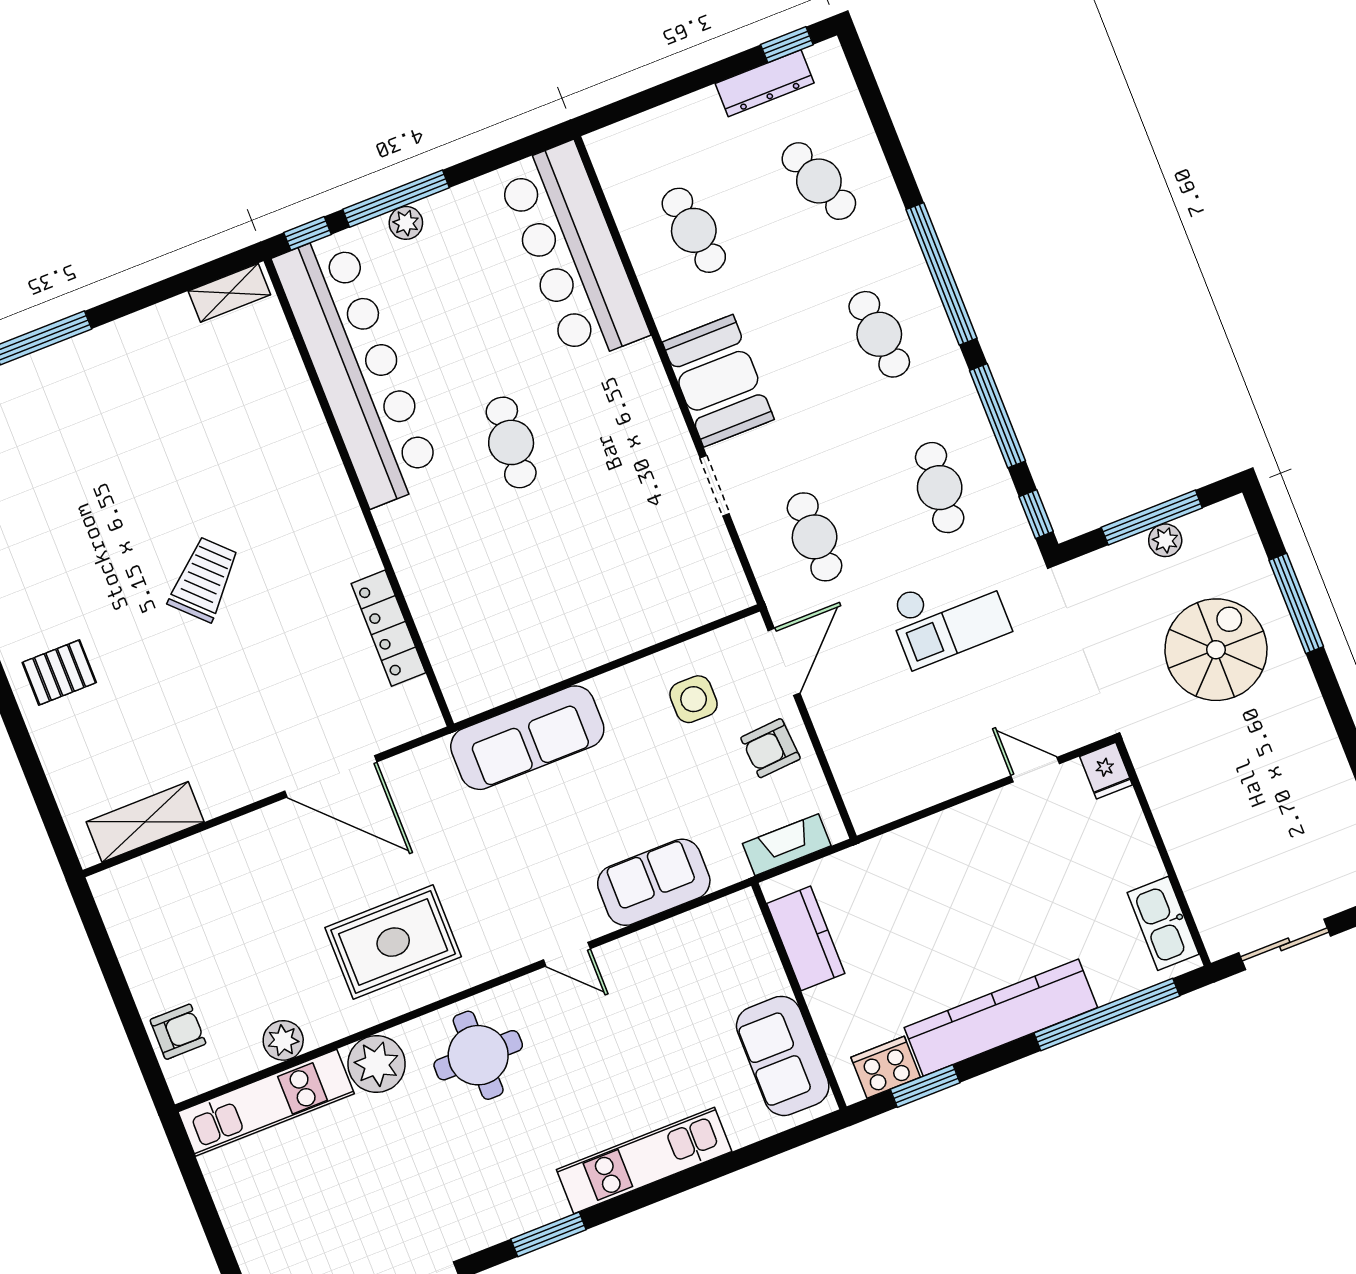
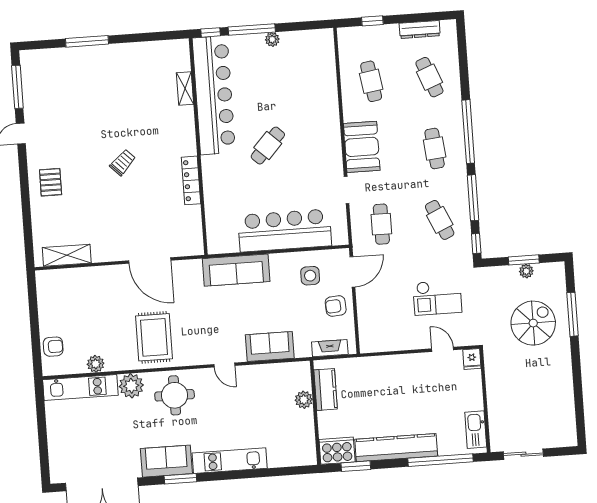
window: (787, 45) -> (372, 21), moved
plant: (406, 223) -> (272, 39), moved
bar counter: (572, 253) -> (285, 230), moved, turned 90
shelving: (229, 293) -> (185, 89), moved, turned 90
cafe table: (511, 442) -> (268, 146), turned 38
cafe table: (940, 488) -> (440, 220), turned -30
window: (1152, 518) -> (524, 260), width x0.69
trolley: (204, 579) -> (123, 162), width x0.73, depth x0.72
checkout: (949, 616) -> (437, 297), moved
locker: (388, 628) -> (191, 180), moved
pallet: (59, 672) -> (51, 182), turned 90
rug: (393, 942) -> (154, 337), turned 90
plant: (765, 976) -> (304, 400), added
sofa: (783, 1056) -> (166, 461), moved, turned 90
cooker: (886, 1067) -> (337, 451), width x1.37, depth x1.31

